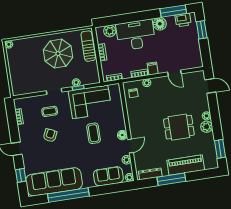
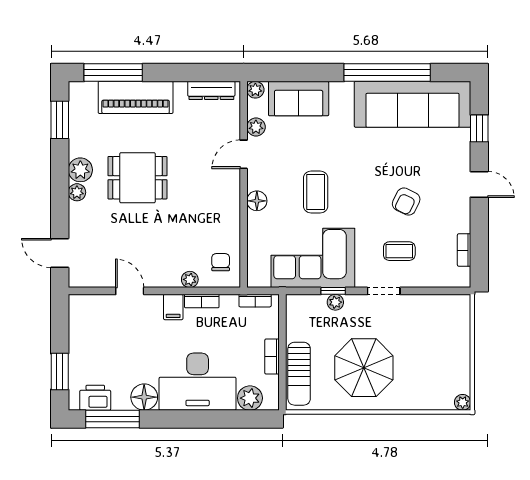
floor lamp: (122, 135) -> (257, 201), moved
window: (171, 179) -> (113, 73), moved

